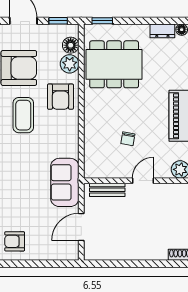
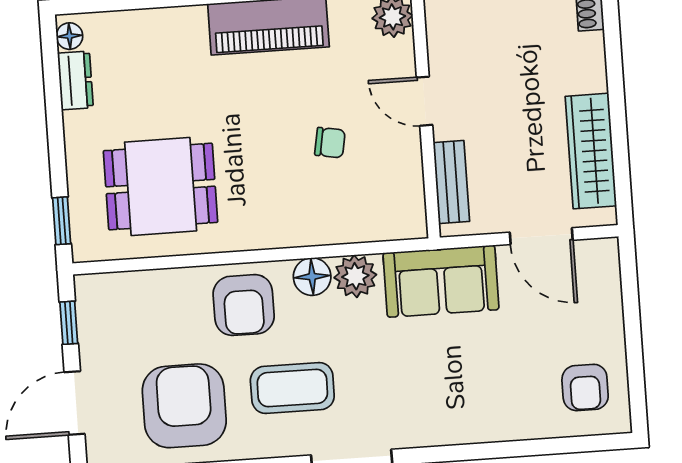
floor lamp: (71, 45) -> (312, 277), moved
plant: (70, 64) -> (355, 276), moved
dining table: (114, 64) -> (161, 187), width x0.73
armchair: (60, 97) -> (244, 305), turned 90
wardrobe: (116, 251) -> (591, 151), added

